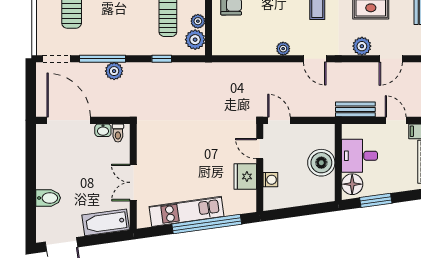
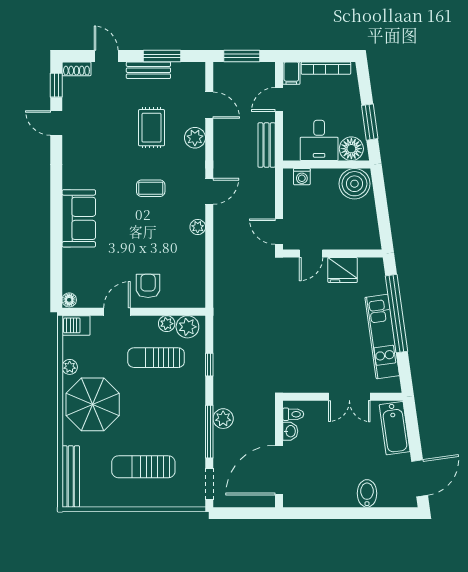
door: (279, 120) -> (279, 232), hinge flipped
boiler: (321, 163) -> (354, 184), moved
washing machine: (270, 180) -> (302, 177), moved, turned 180

